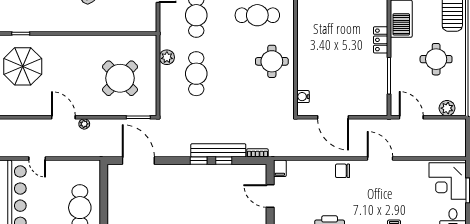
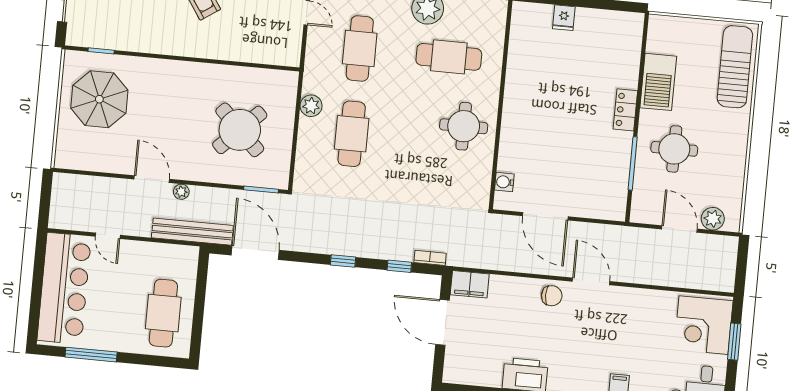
round table: (436, 59) -> (674, 149), moved
door: (411, 117) -> (679, 229), moved
bench: (218, 150) -> (192, 232), moved
door: (380, 159) -> (591, 281), moved
window: (224, 161) -> (399, 266), moved
filing cabinet: (280, 168) -> (470, 284), width x2.00
chair: (343, 171) -> (552, 296), turned 180
door: (270, 196) -> (443, 322), width x1.36

